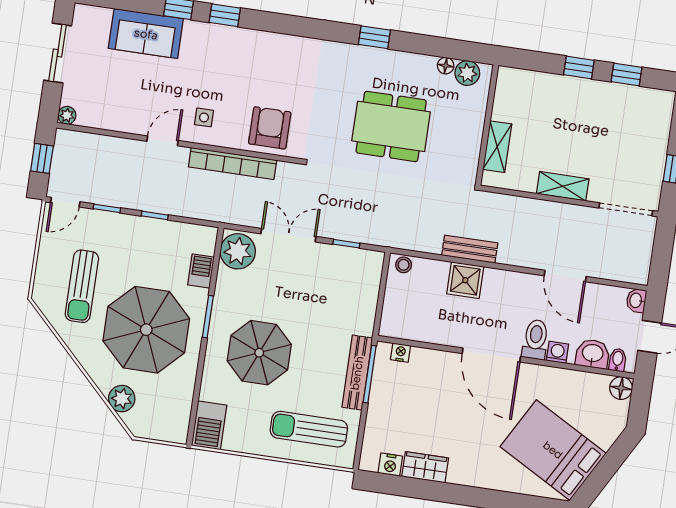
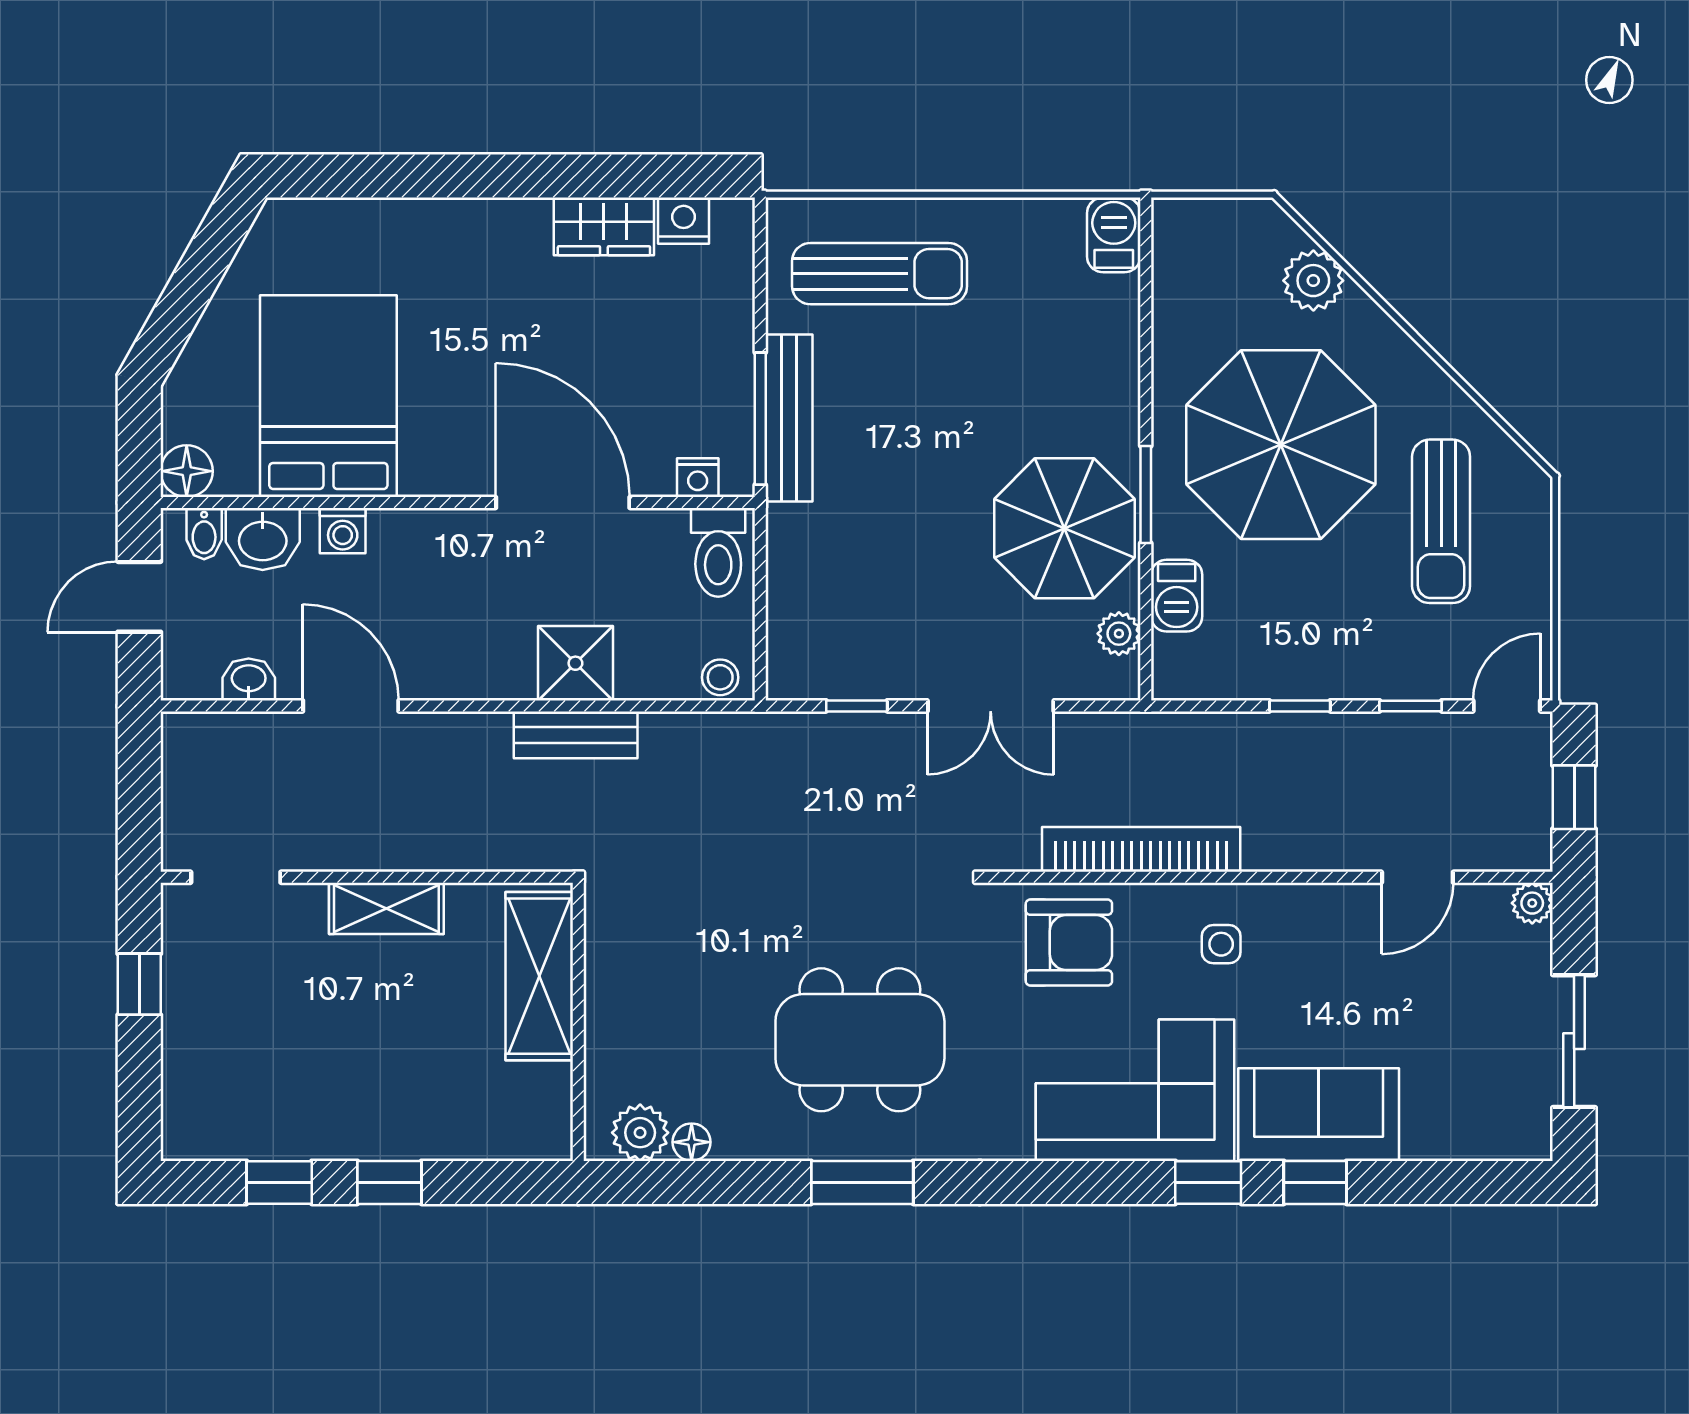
sofa: (146, 34) -> (1319, 1115), moved
window: (374, 37) -> (862, 1182), width x1.50
corner sofa: (251, 60) -> (1135, 1090), added
dining table: (391, 126) -> (860, 1040), moved
armchair: (270, 128) -> (1069, 943), turned -90
door: (163, 141) -> (1417, 877), moved
shelving: (497, 147) -> (539, 976), width x1.50, depth x1.33
doorway: (626, 209) -> (236, 877), width x0.73
plant: (238, 251) -> (1119, 634), width x0.53, depth x0.53
sun lounger: (82, 286) -> (1441, 521), turned 180
washbasin: (636, 300) -> (249, 679), moved, turned -90
toilet: (535, 340) -> (718, 552), moved
parasol: (259, 353) -> (1064, 528), moved
door: (491, 355) -> (563, 503), moved
barbecue: (209, 425) -> (1114, 235), width x0.73, depth x0.79
bed: (553, 450) -> (328, 396), moved, turned -119

